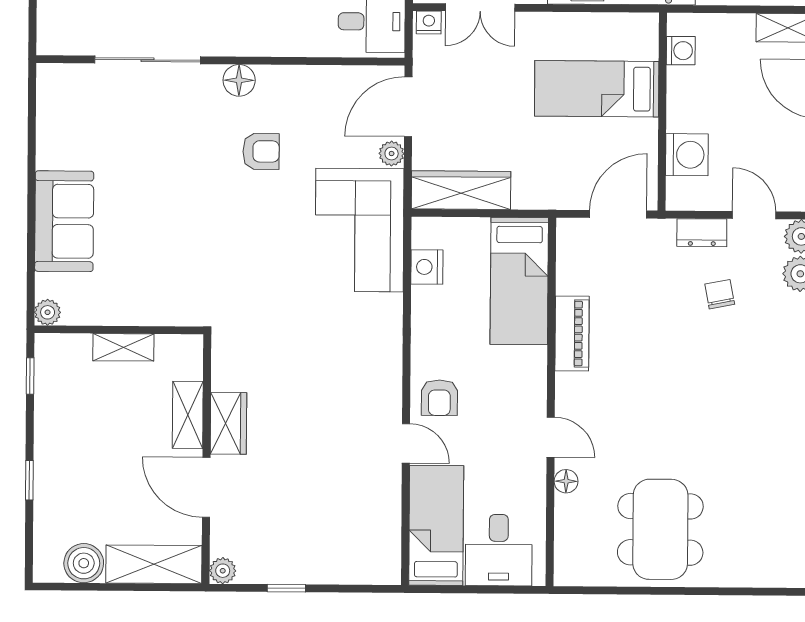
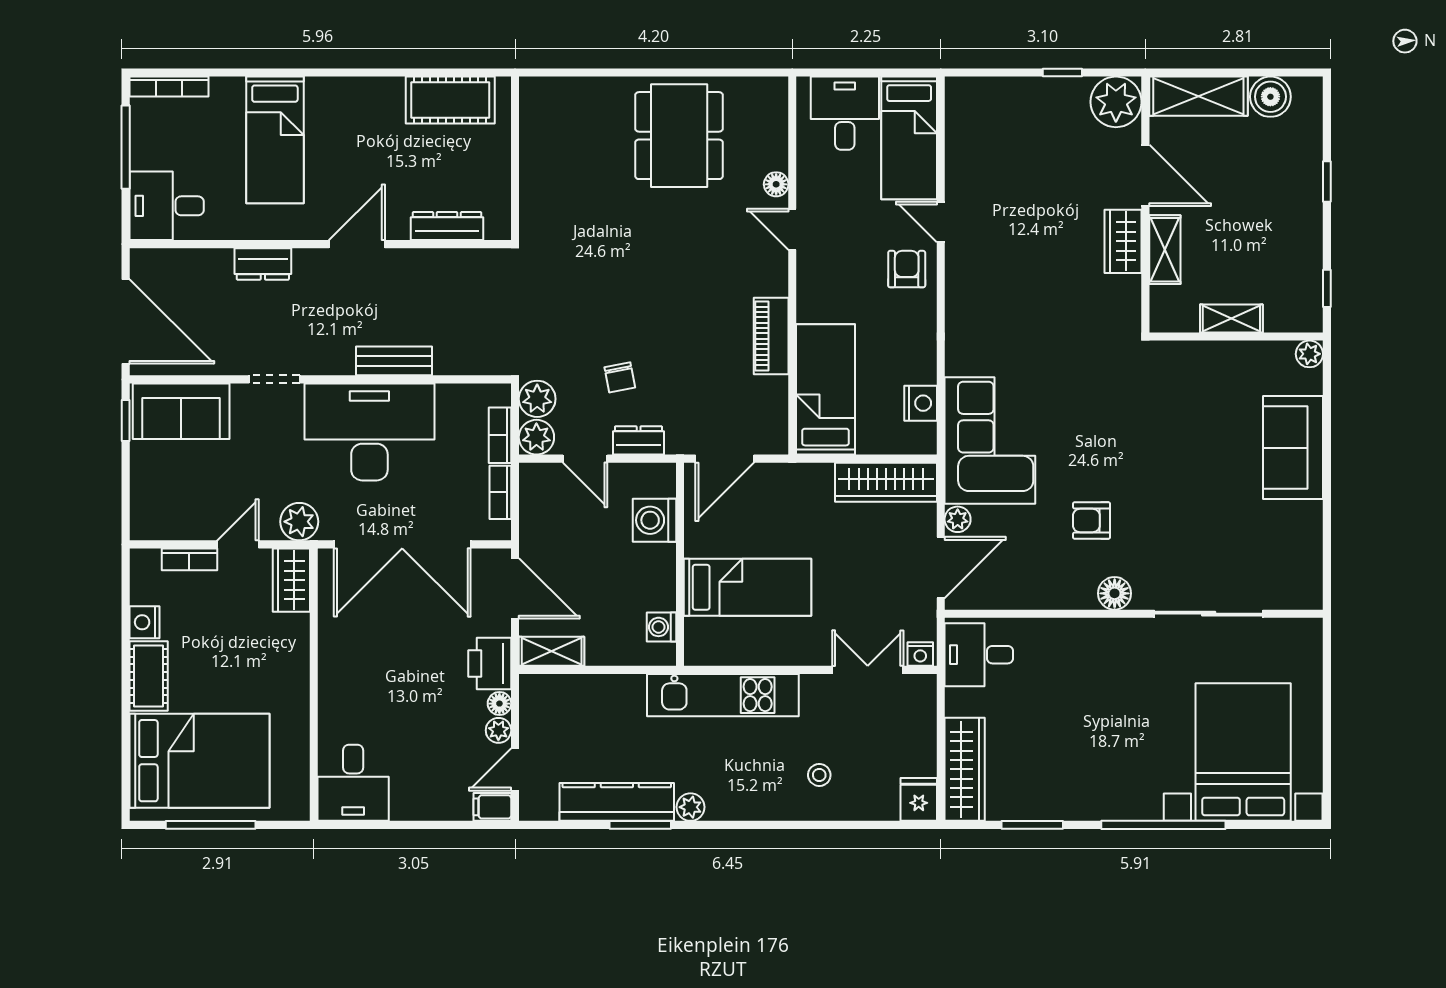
plant: (223, 571) -> (1116, 102), width x1.88, depth x1.88

